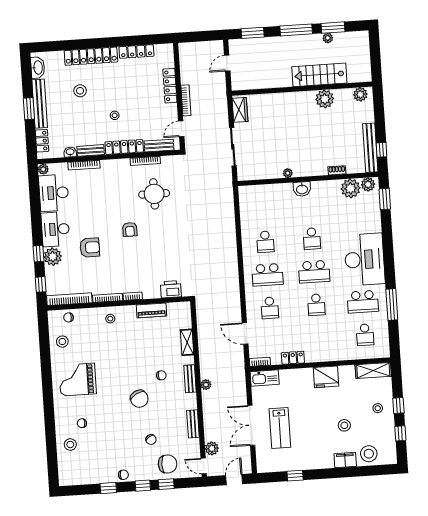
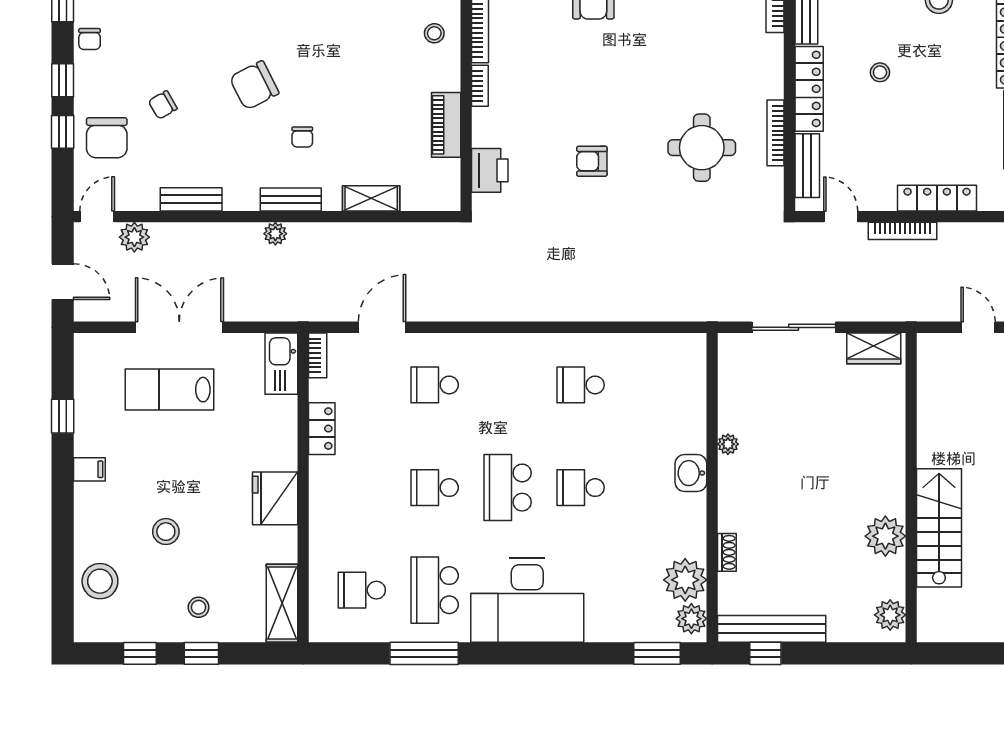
armchair: (130, 229) -> (592, 161), moved
school desk: (268, 275) -> (508, 385), removed
filing cabinet: (345, 460) -> (89, 469), moved, width x0.50

